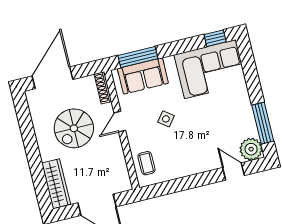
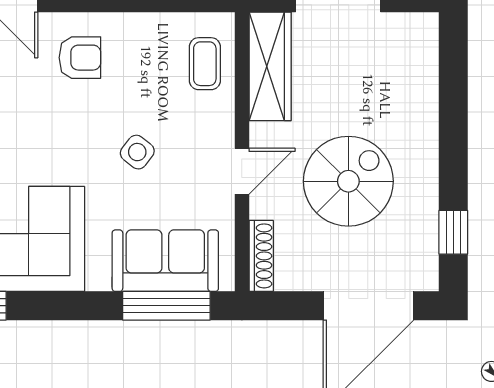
window: (24, 118) -> (453, 232), added
armchair: (200, 153) -> (80, 58), added
wardrobe: (56, 184) -> (270, 66), moved, turned 180

